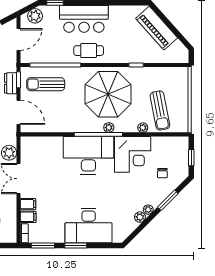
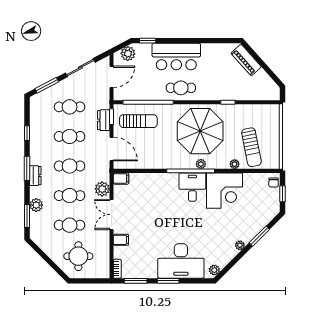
piano: (157, 28) -> (246, 60), width x0.73, depth x0.75
sun lounger: (46, 84) -> (138, 121), turned 180
desk: (88, 155) -> (192, 187), width x0.53, depth x0.77
chair: (162, 173) -> (274, 182), moved
filing cabinet: (28, 217) -> (121, 179), moved
plant: (140, 217) -> (214, 270), moved

